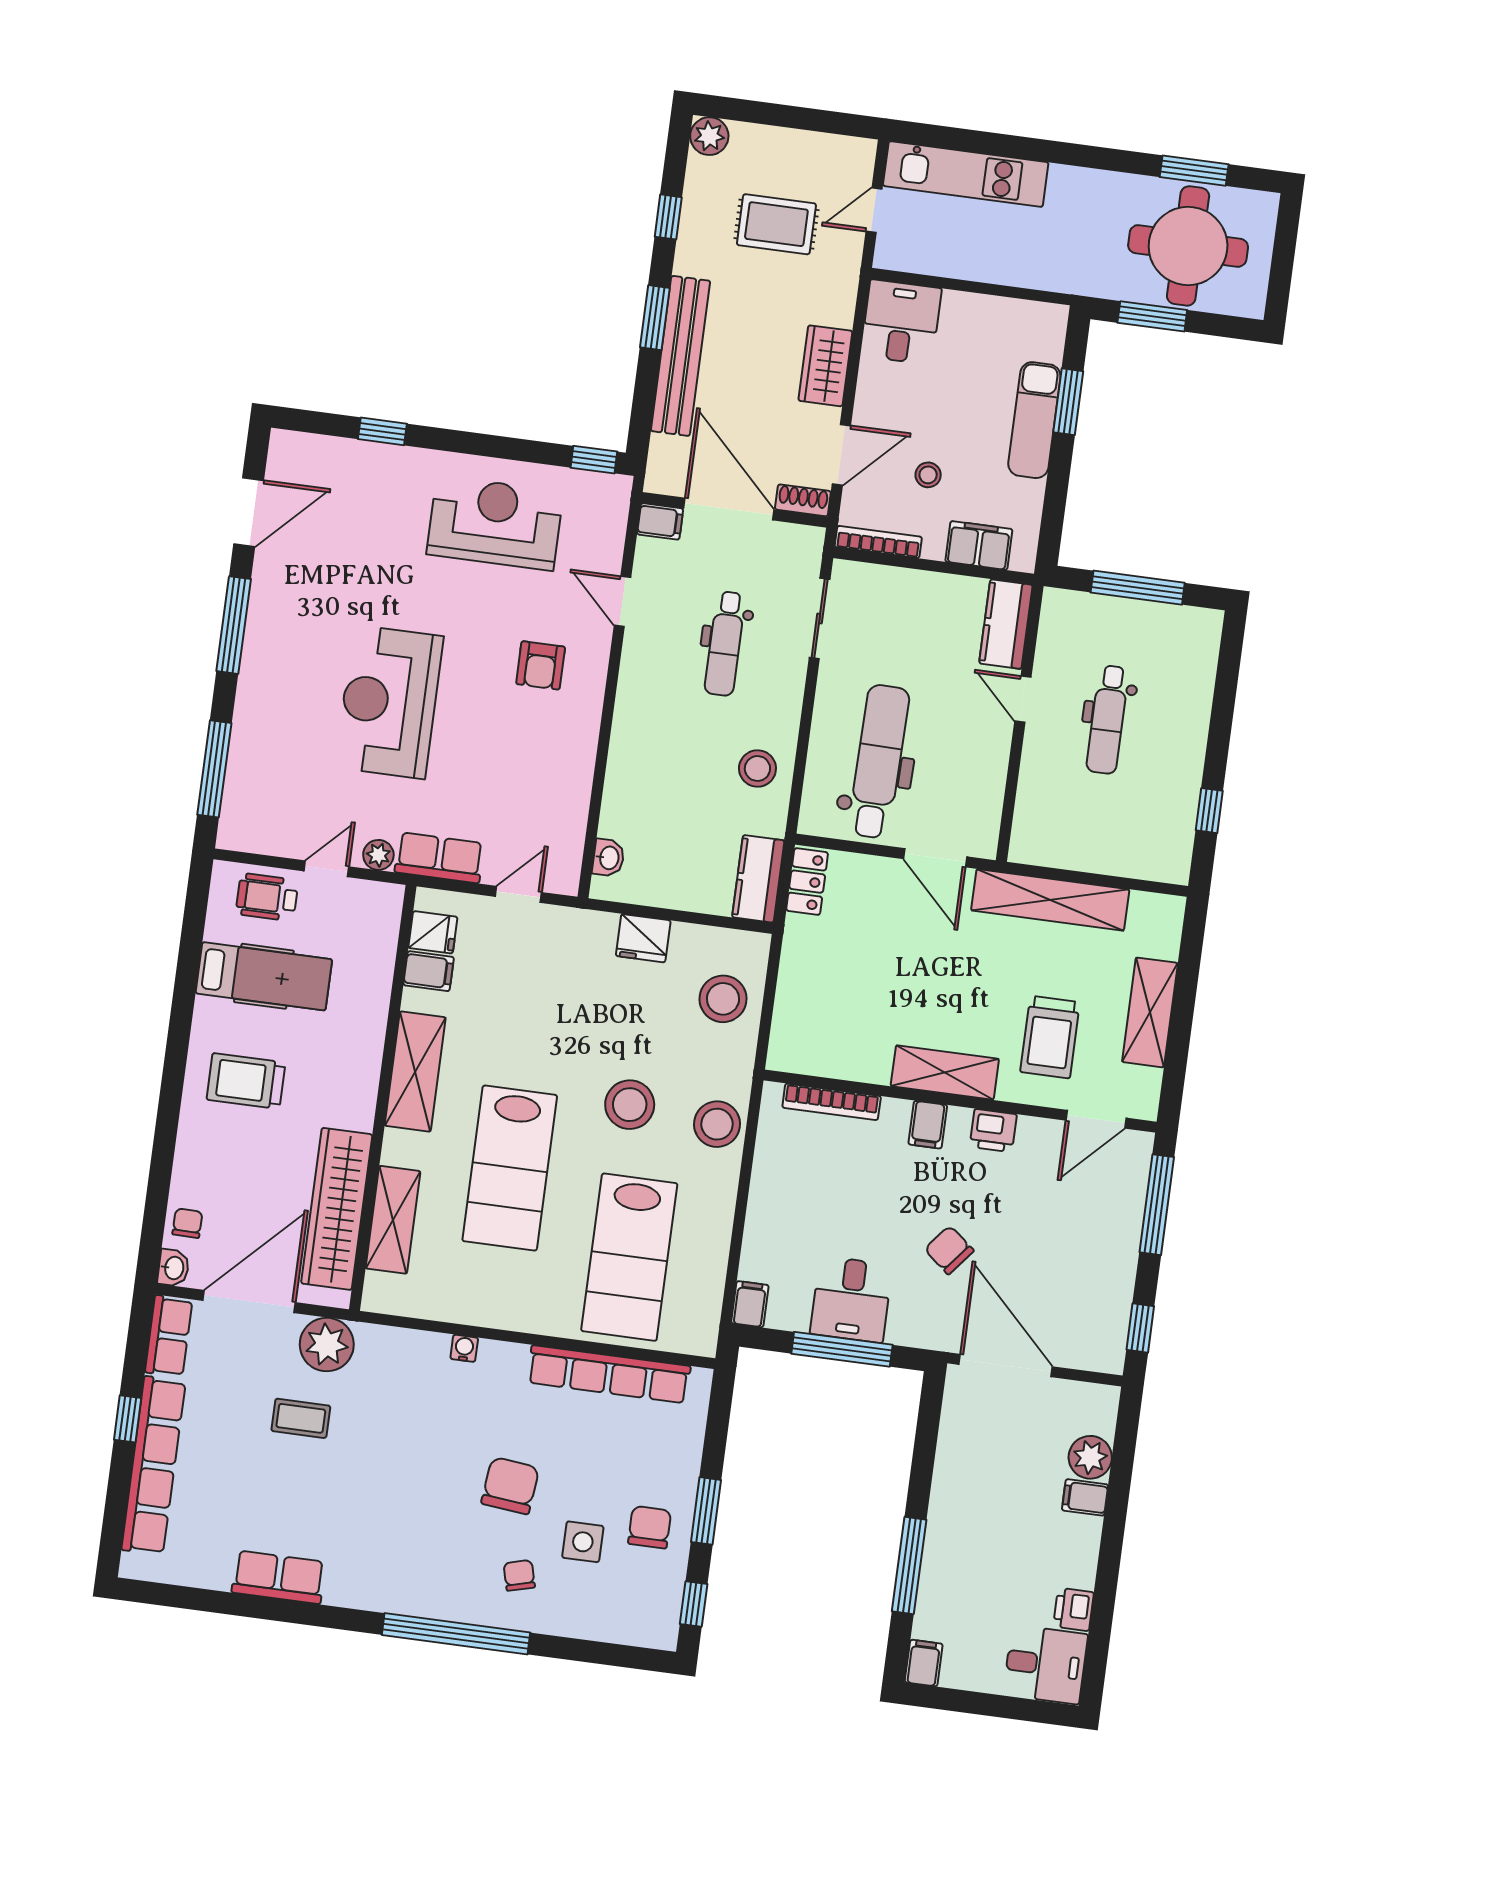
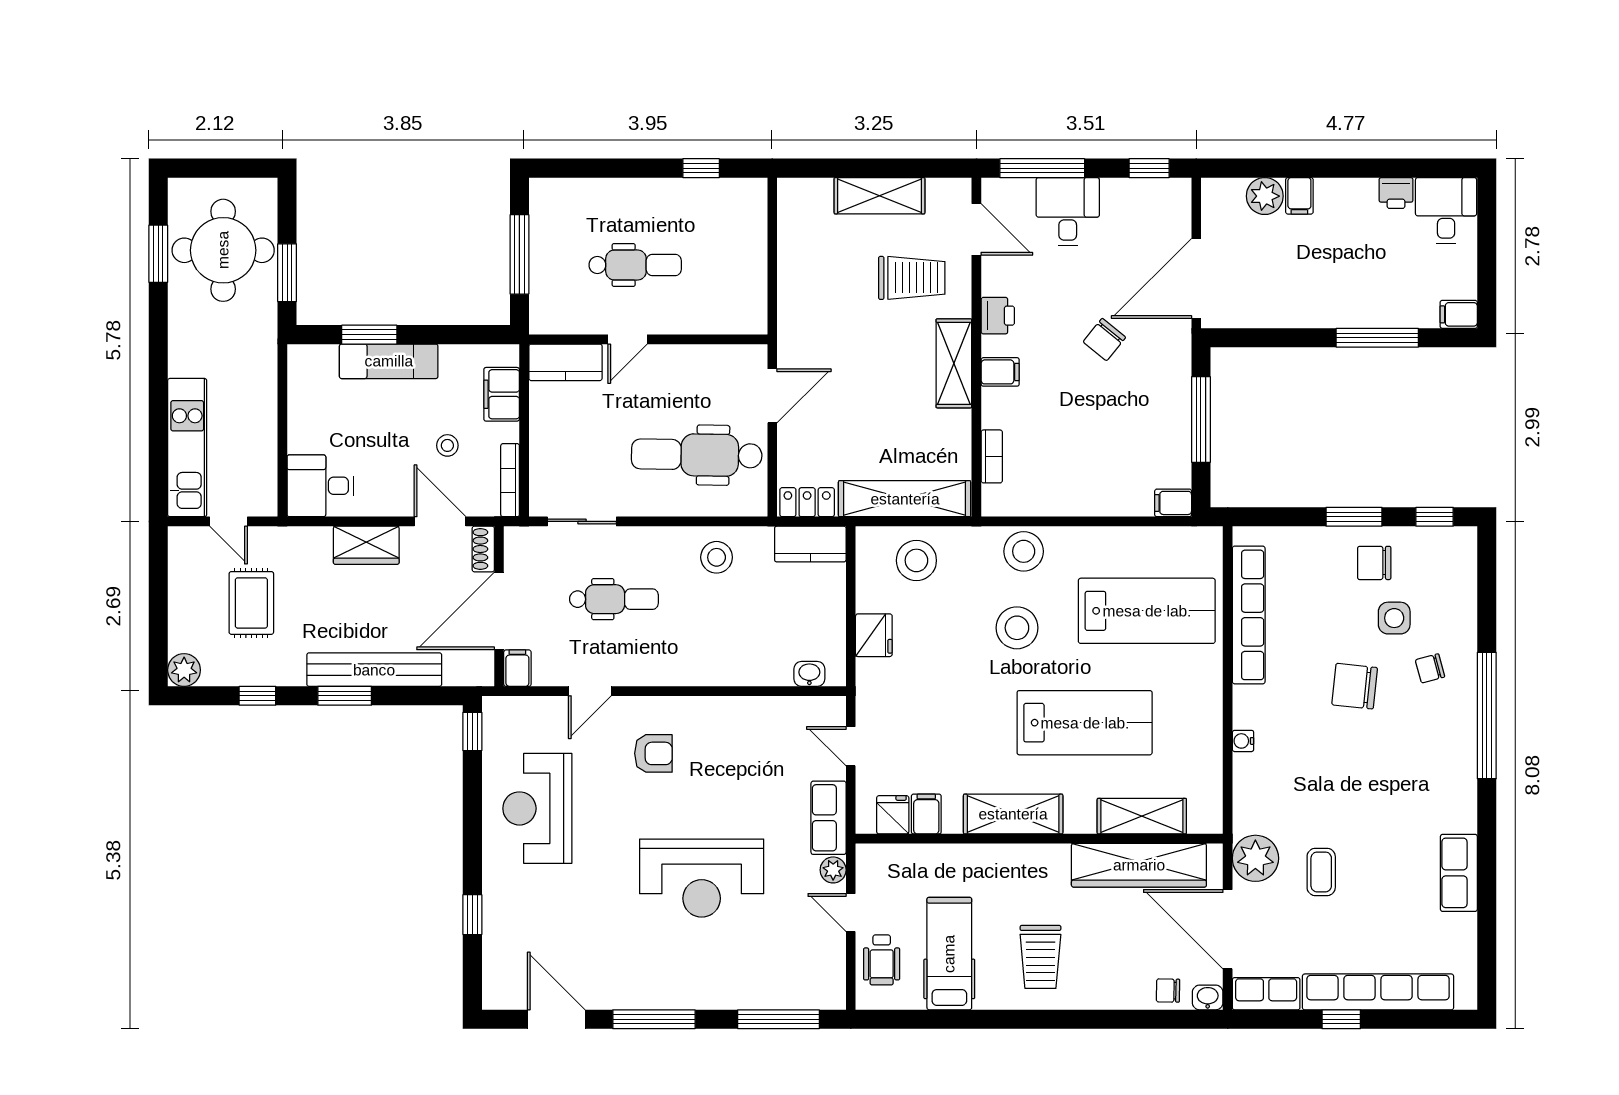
shelving: (1050, 900) -> (905, 499), moved, turned 90
bookcase: (832, 1102) -> (992, 456), width x0.64
desk: (851, 1299) -> (1068, 212), moved, turned -90

